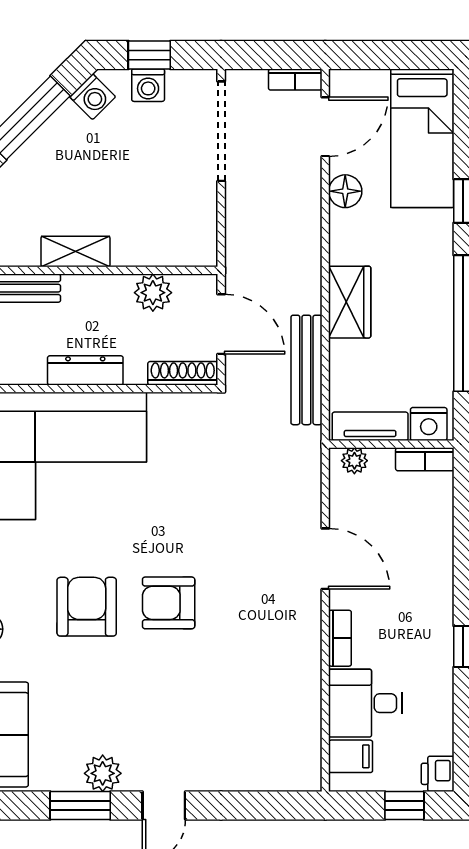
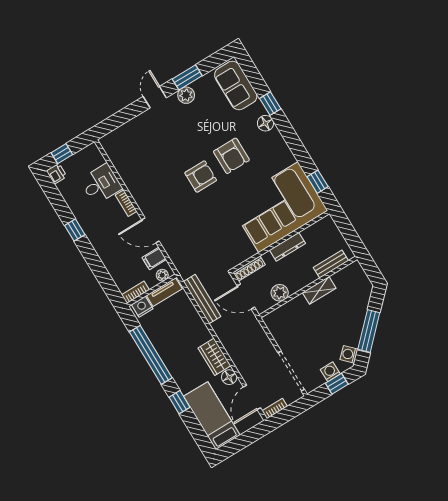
wardrobe: (350, 302) -> (214, 357), moved
filing cabinet: (351, 756) -> (154, 258), moved

